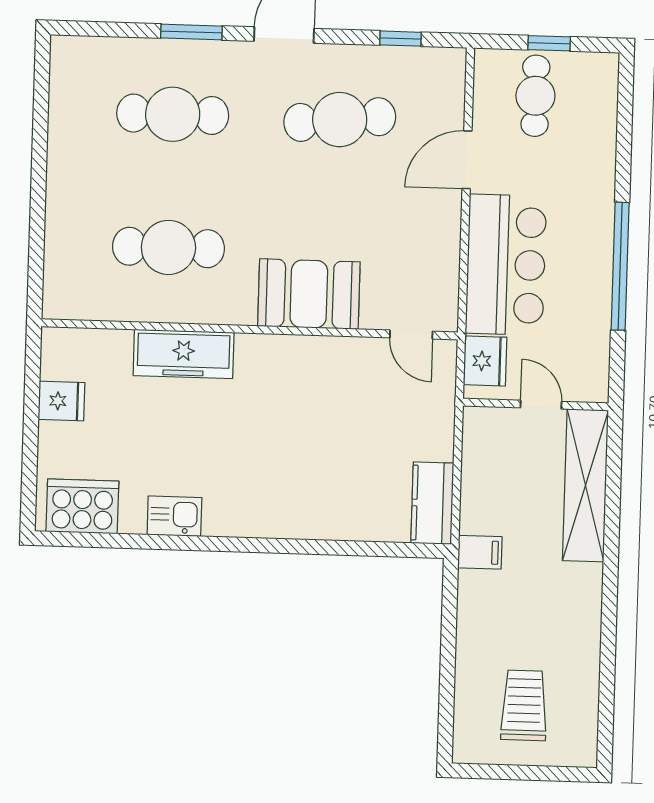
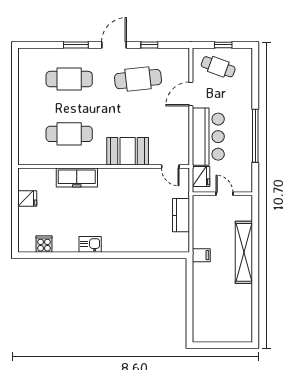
window: (401, 39) -> (149, 45), moved
cafe table: (535, 96) -> (218, 67), turned -70
shelving: (586, 485) -> (244, 252), moved
kitchen counter: (432, 503) -> (181, 215), moved
cooker: (82, 506) -> (44, 244), width x0.53, depth x0.76
kitchen sink: (174, 516) -> (90, 244), moved
trolley: (524, 705) -> (221, 318), removed

